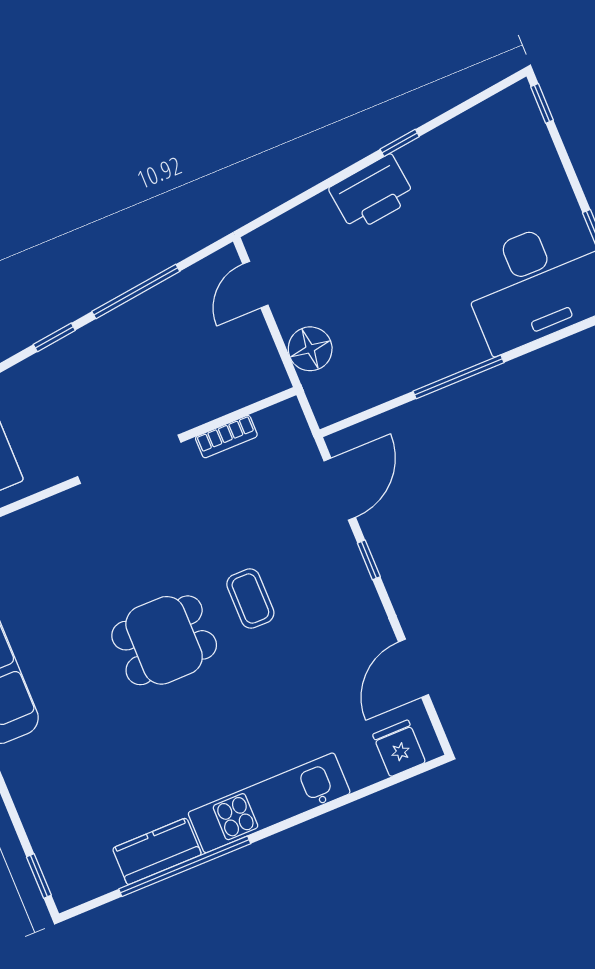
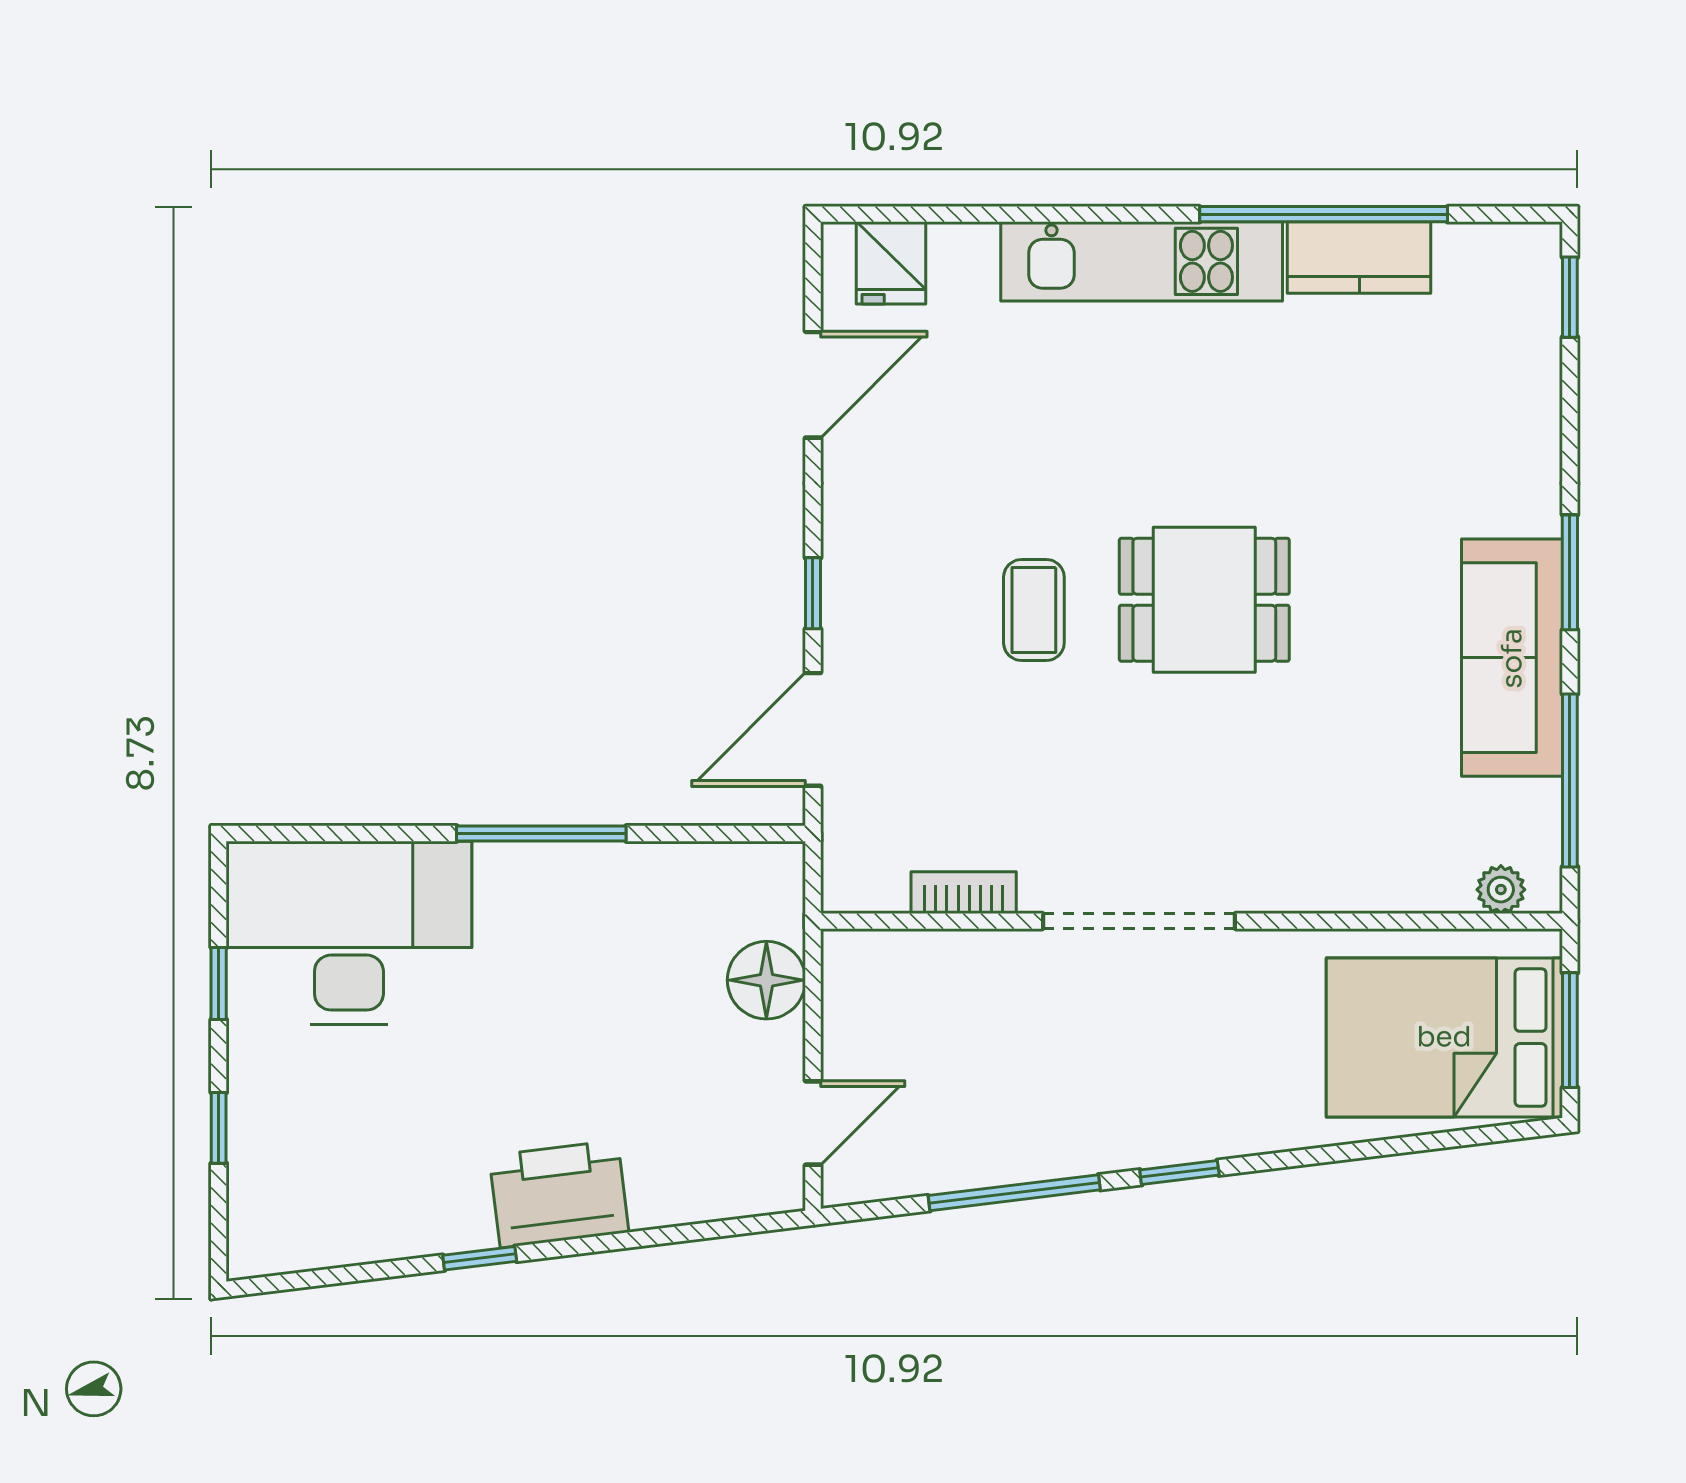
window: (542, 103) -> (219, 1128), moved

